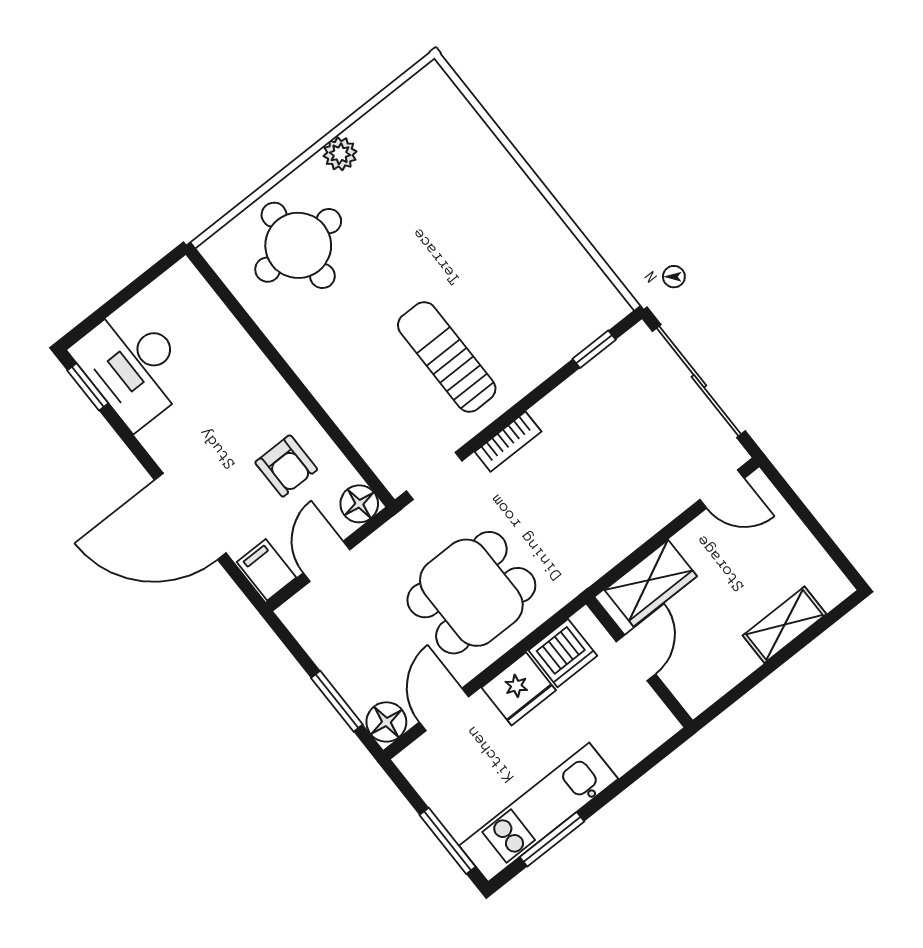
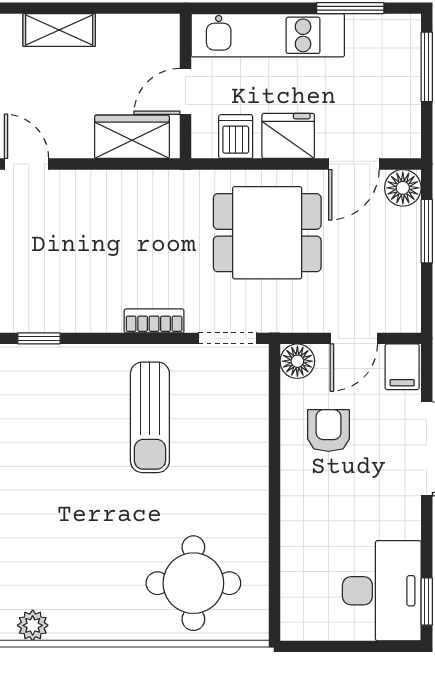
plant: (340, 154) -> (33, 625), moved
dishwasher: (563, 653) -> (236, 137), width x0.73
kitchen unit: (539, 812) -> (268, 35), moved

